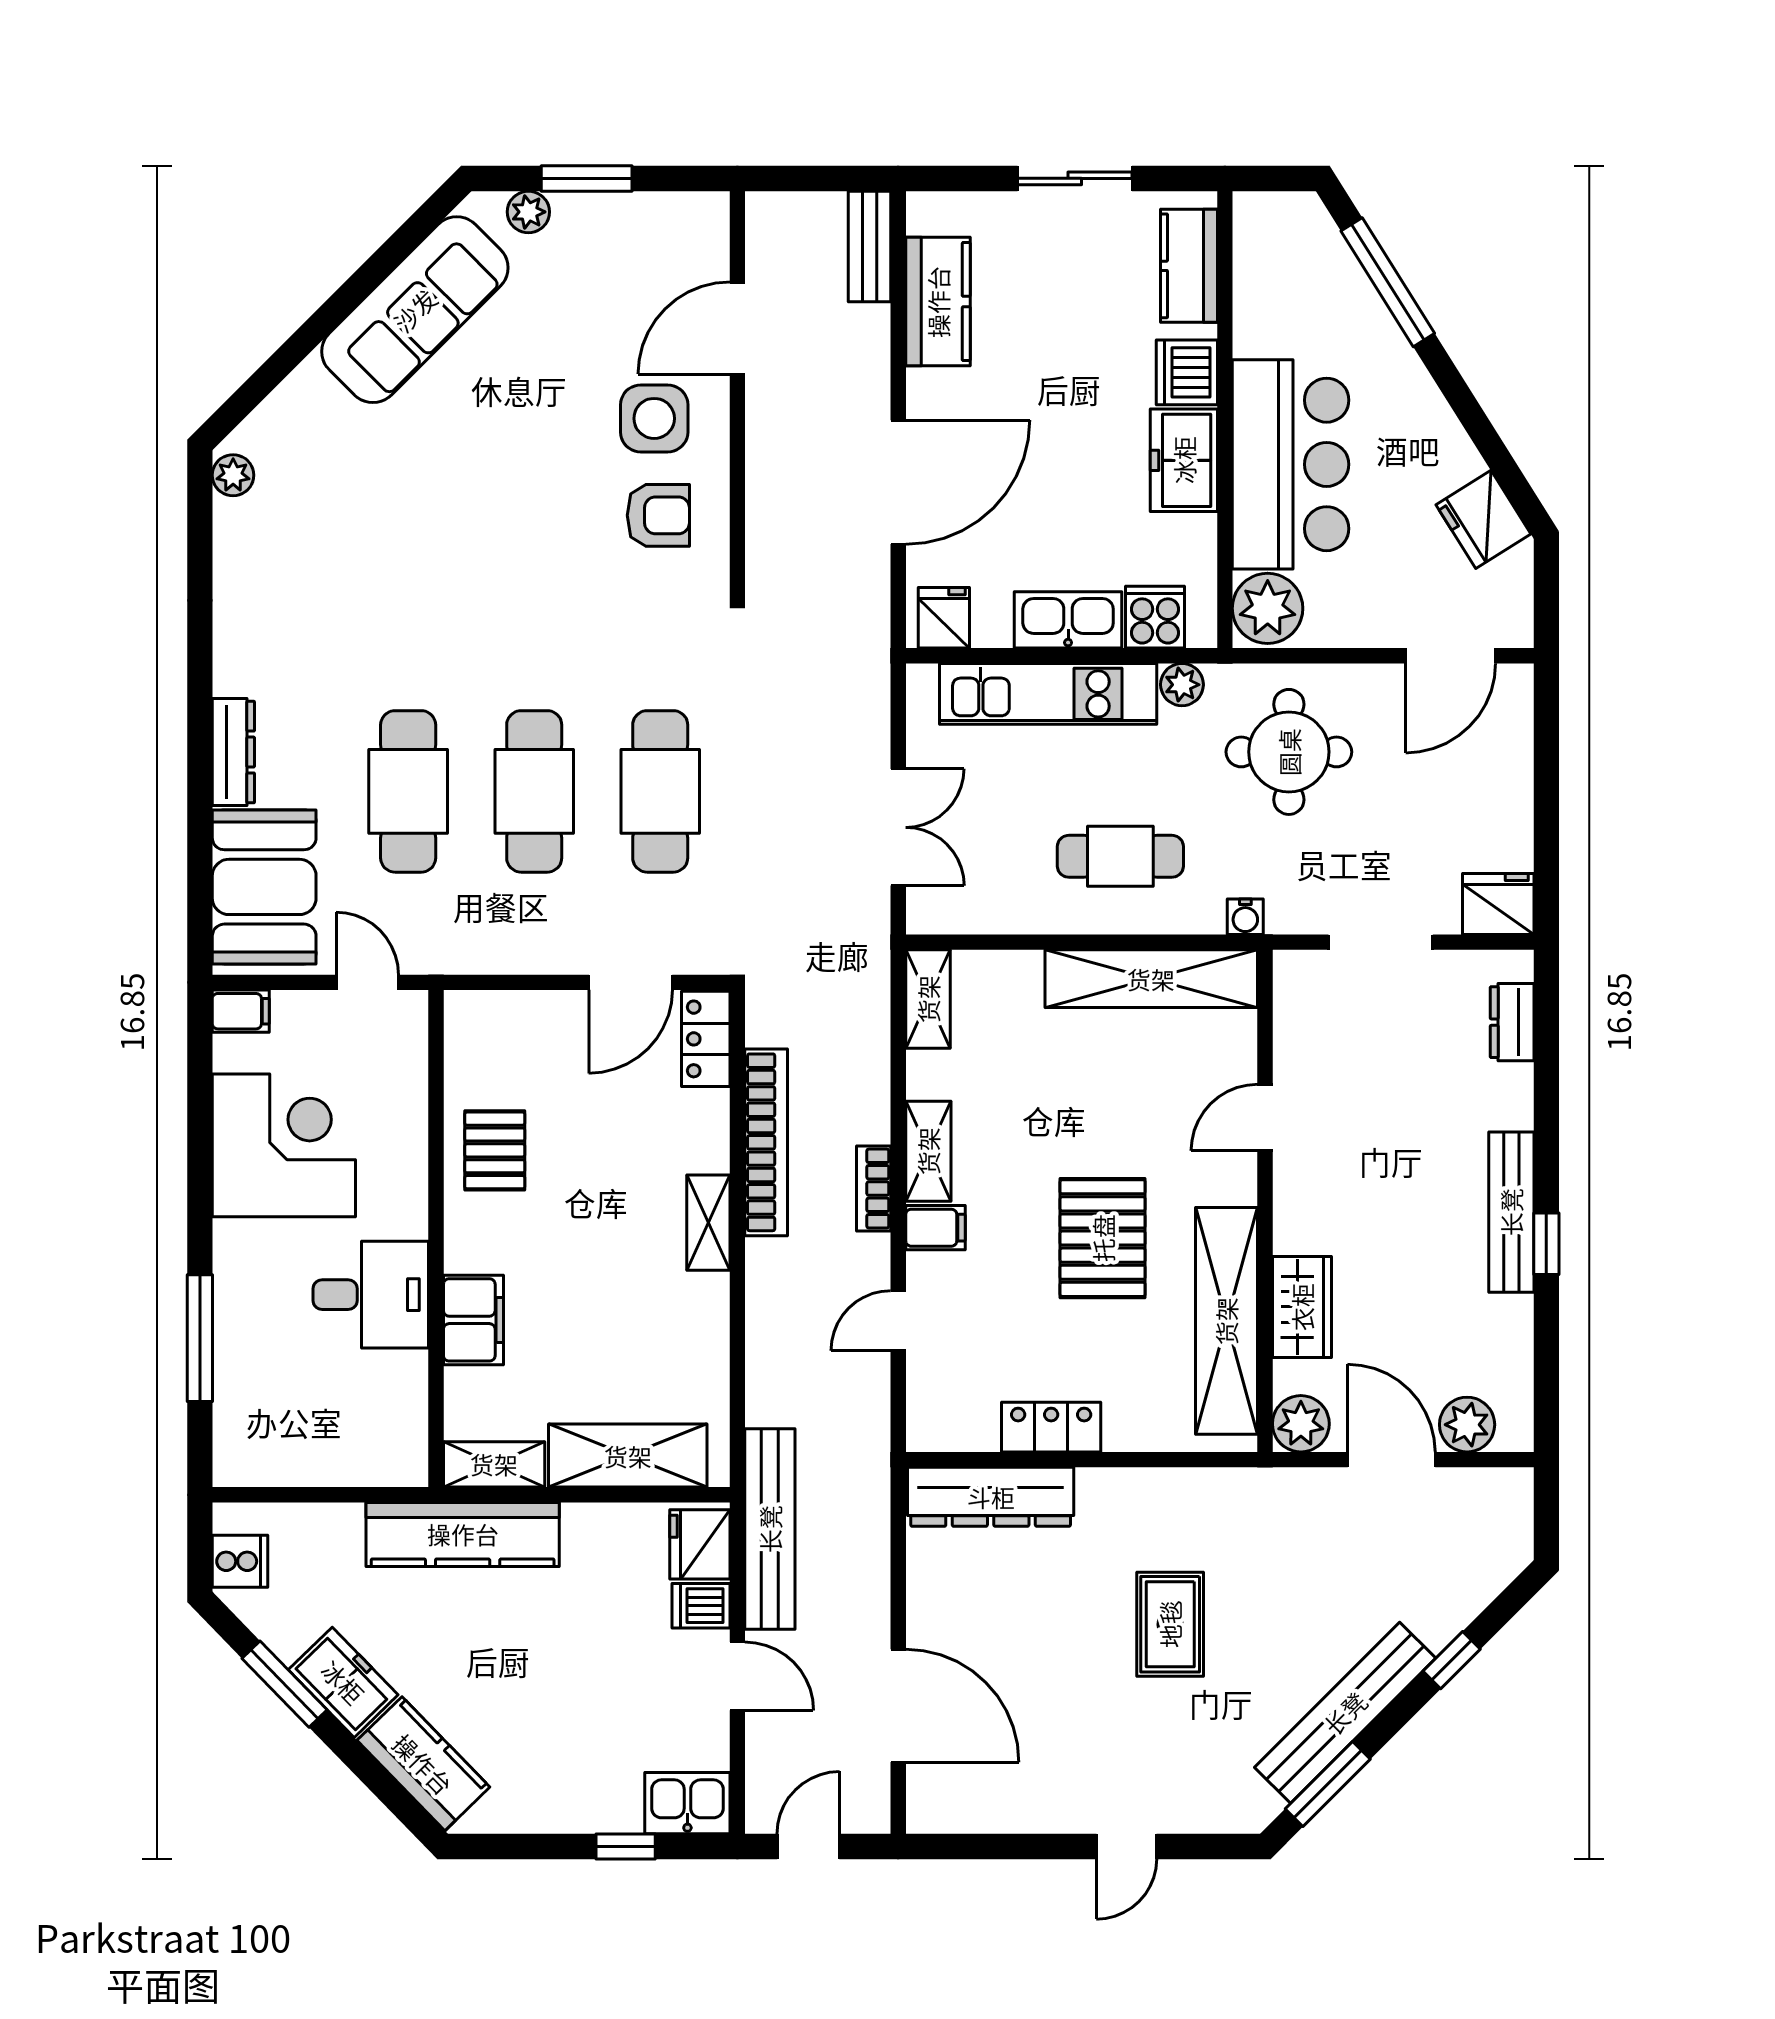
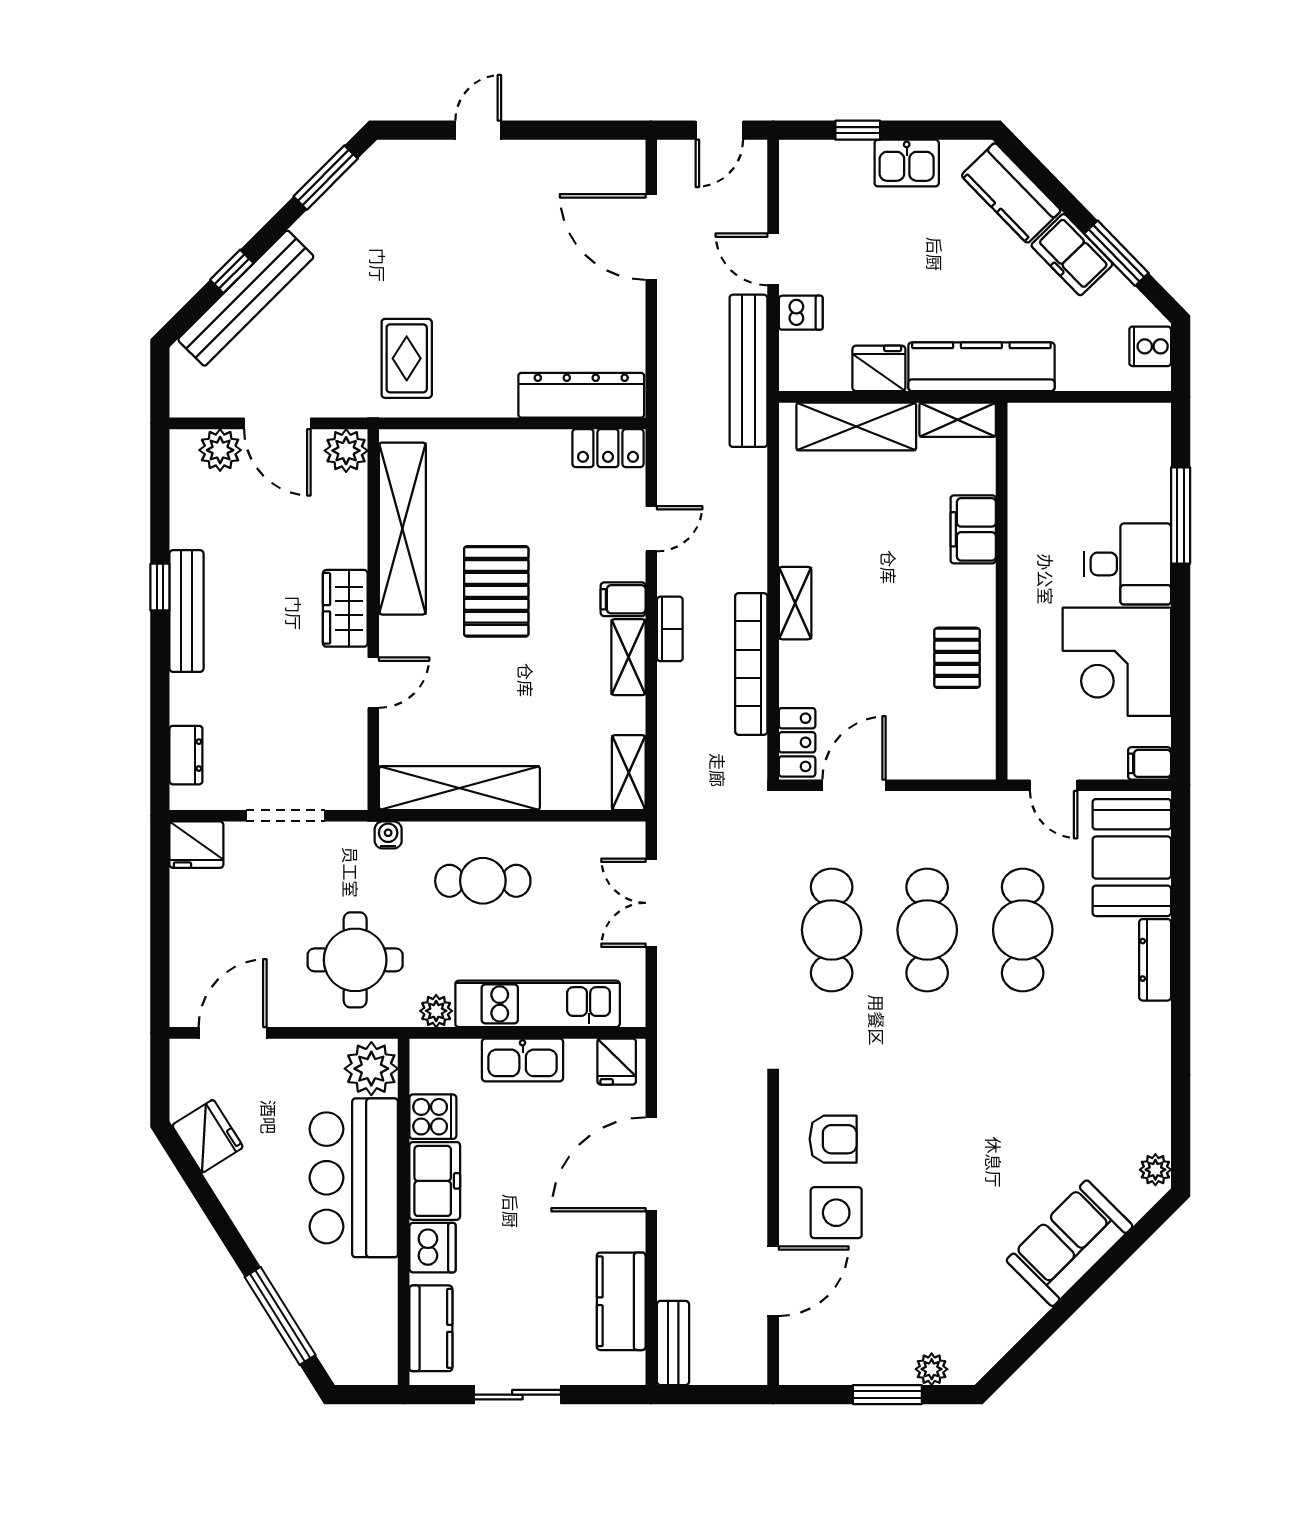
sofa: (415, 310) -> (1070, 1243), moved, width x0.73
armchair: (658, 515) -> (833, 1139), turned 180
cooker: (1155, 617) -> (433, 1117), moved, turned -90
desk: (371, 1295) -> (1127, 564), moved, turned 180
wardrobe: (1302, 1307) -> (345, 608), moved
locker: (1051, 1427) -> (608, 448), moved
fridge: (700, 1544) -> (879, 368), moved, turned -90
rug: (1170, 1624) -> (407, 358), moved
bench: (1345, 1713) -> (246, 298), moved
kitchen sink: (687, 1803) -> (907, 163), moved

